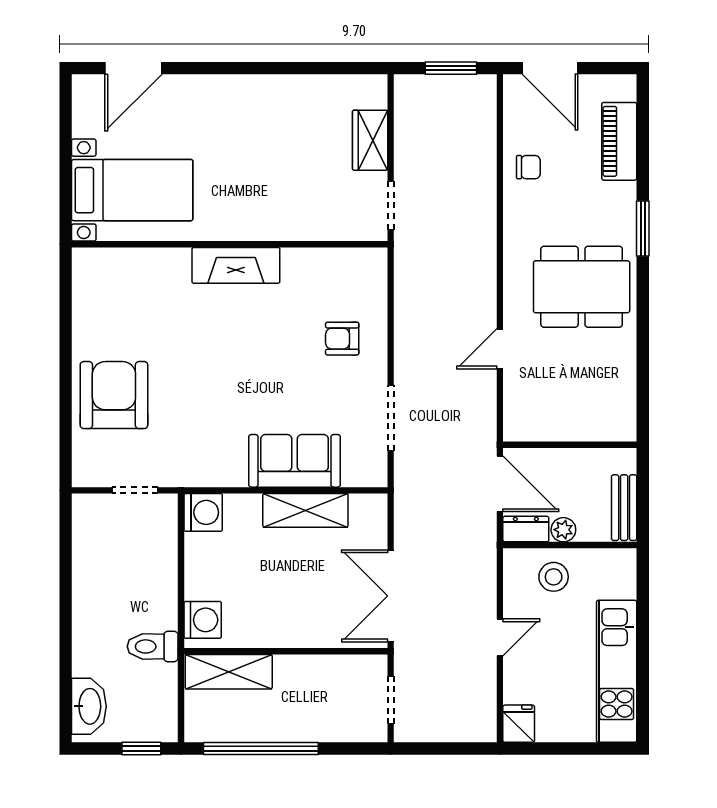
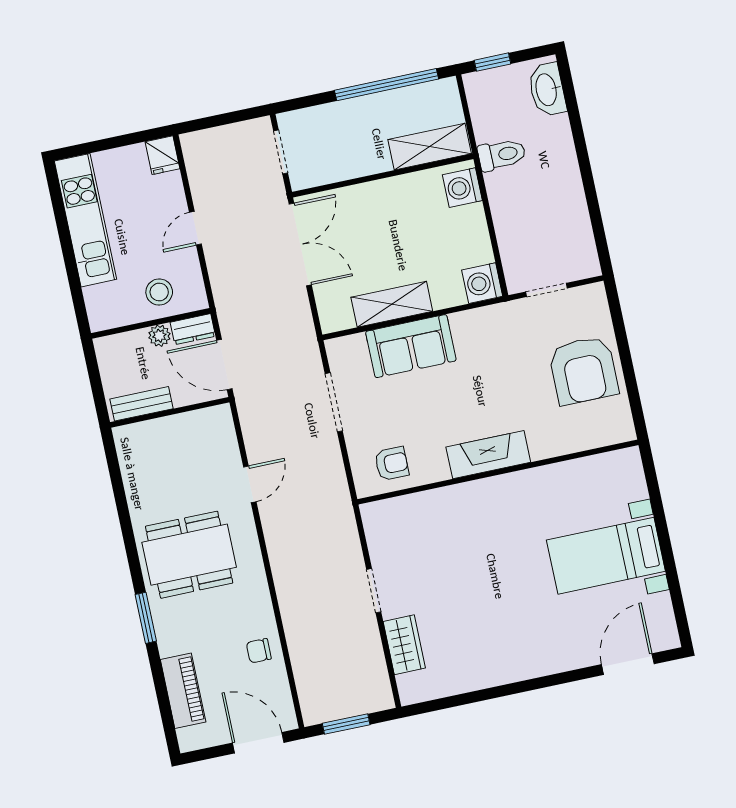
wall: (230, 244) -> (498, 472), moved
fireplace: (236, 265) -> (488, 455), moved
bench: (624, 508) -> (142, 404), moved, turned 90

